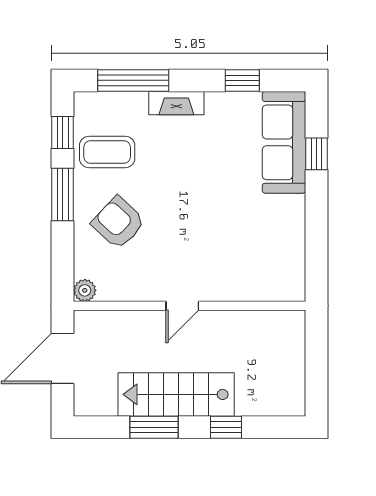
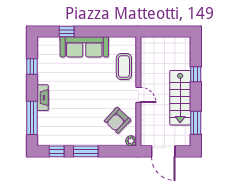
sofa: (284, 142) -> (84, 47), moved
coffee table: (107, 152) -> (124, 67), moved
armchair: (118, 223) -> (117, 120), moved
window: (154, 427) -> (196, 123), moved

